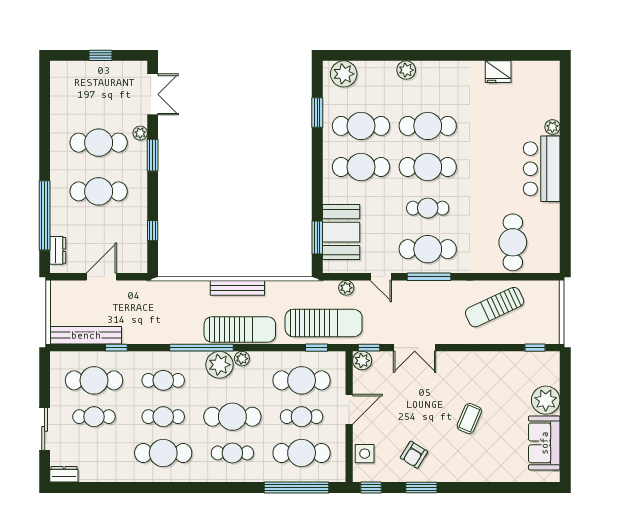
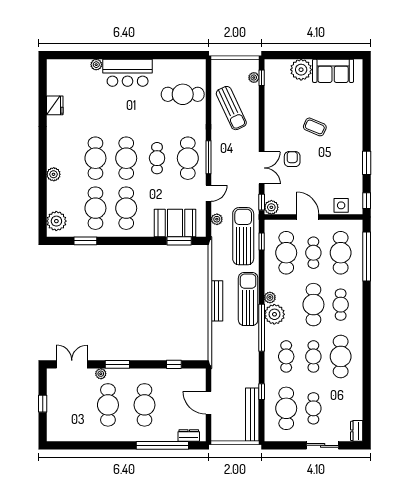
plant: (535, 337) -> (254, 78), added
armchair: (414, 455) -> (292, 159), moved, turned -122

